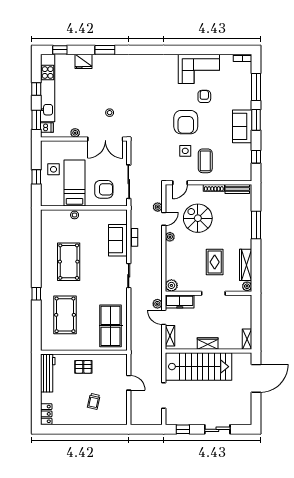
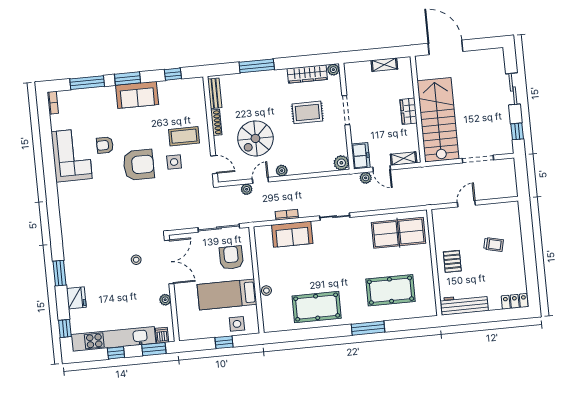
side table: (53, 169) -> (237, 324), moved
door: (164, 219) -> (260, 180), hinge flipped
pool table: (69, 262) -> (317, 307), moved
window: (36, 294) -> (368, 328), width x2.17
freezer: (180, 301) -> (361, 156), width x0.71
door: (164, 317) -> (382, 168), hinge flipped
shelving: (247, 339) -> (384, 65), moved

